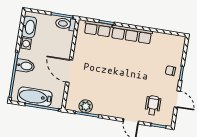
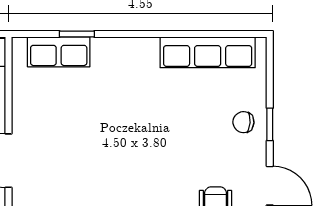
row of seats: (132, 34) -> (208, 52), moved

